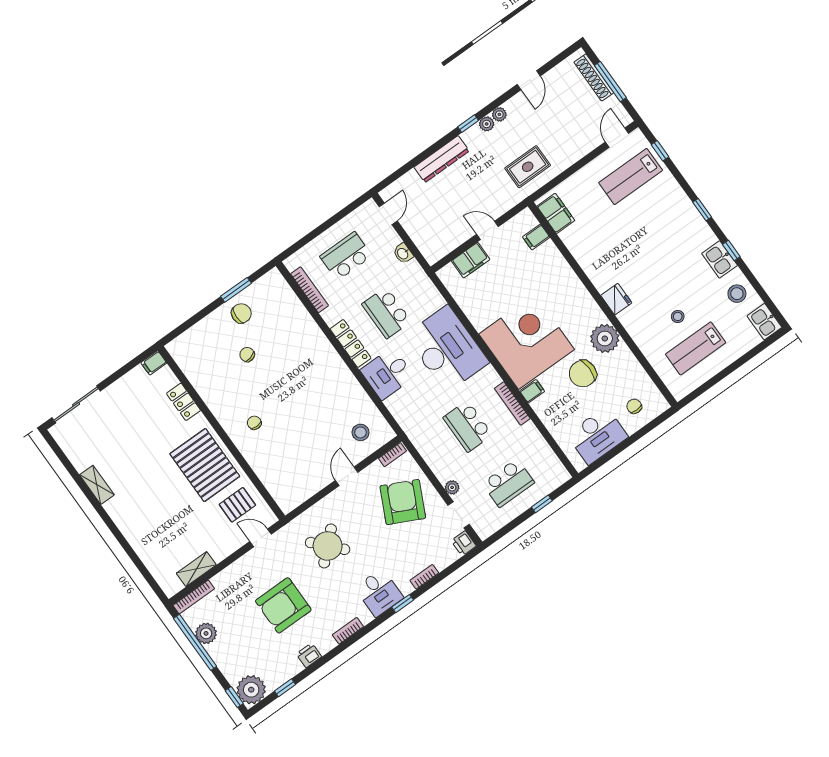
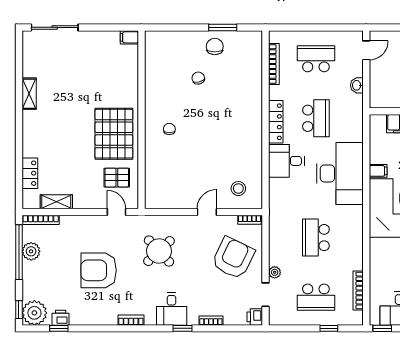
chair: (241, 313) -> (215, 47), turned -90
school desk: (386, 313) -> (316, 118), turned 180
filing cabinet: (532, 391) -> (378, 171), moved
locker: (183, 402) -> (30, 173), moved, turned 180
bookcase: (512, 403) -> (358, 290), moved
window: (593, 467) -> (382, 328), added
printer: (309, 655) -> (61, 318), moved

